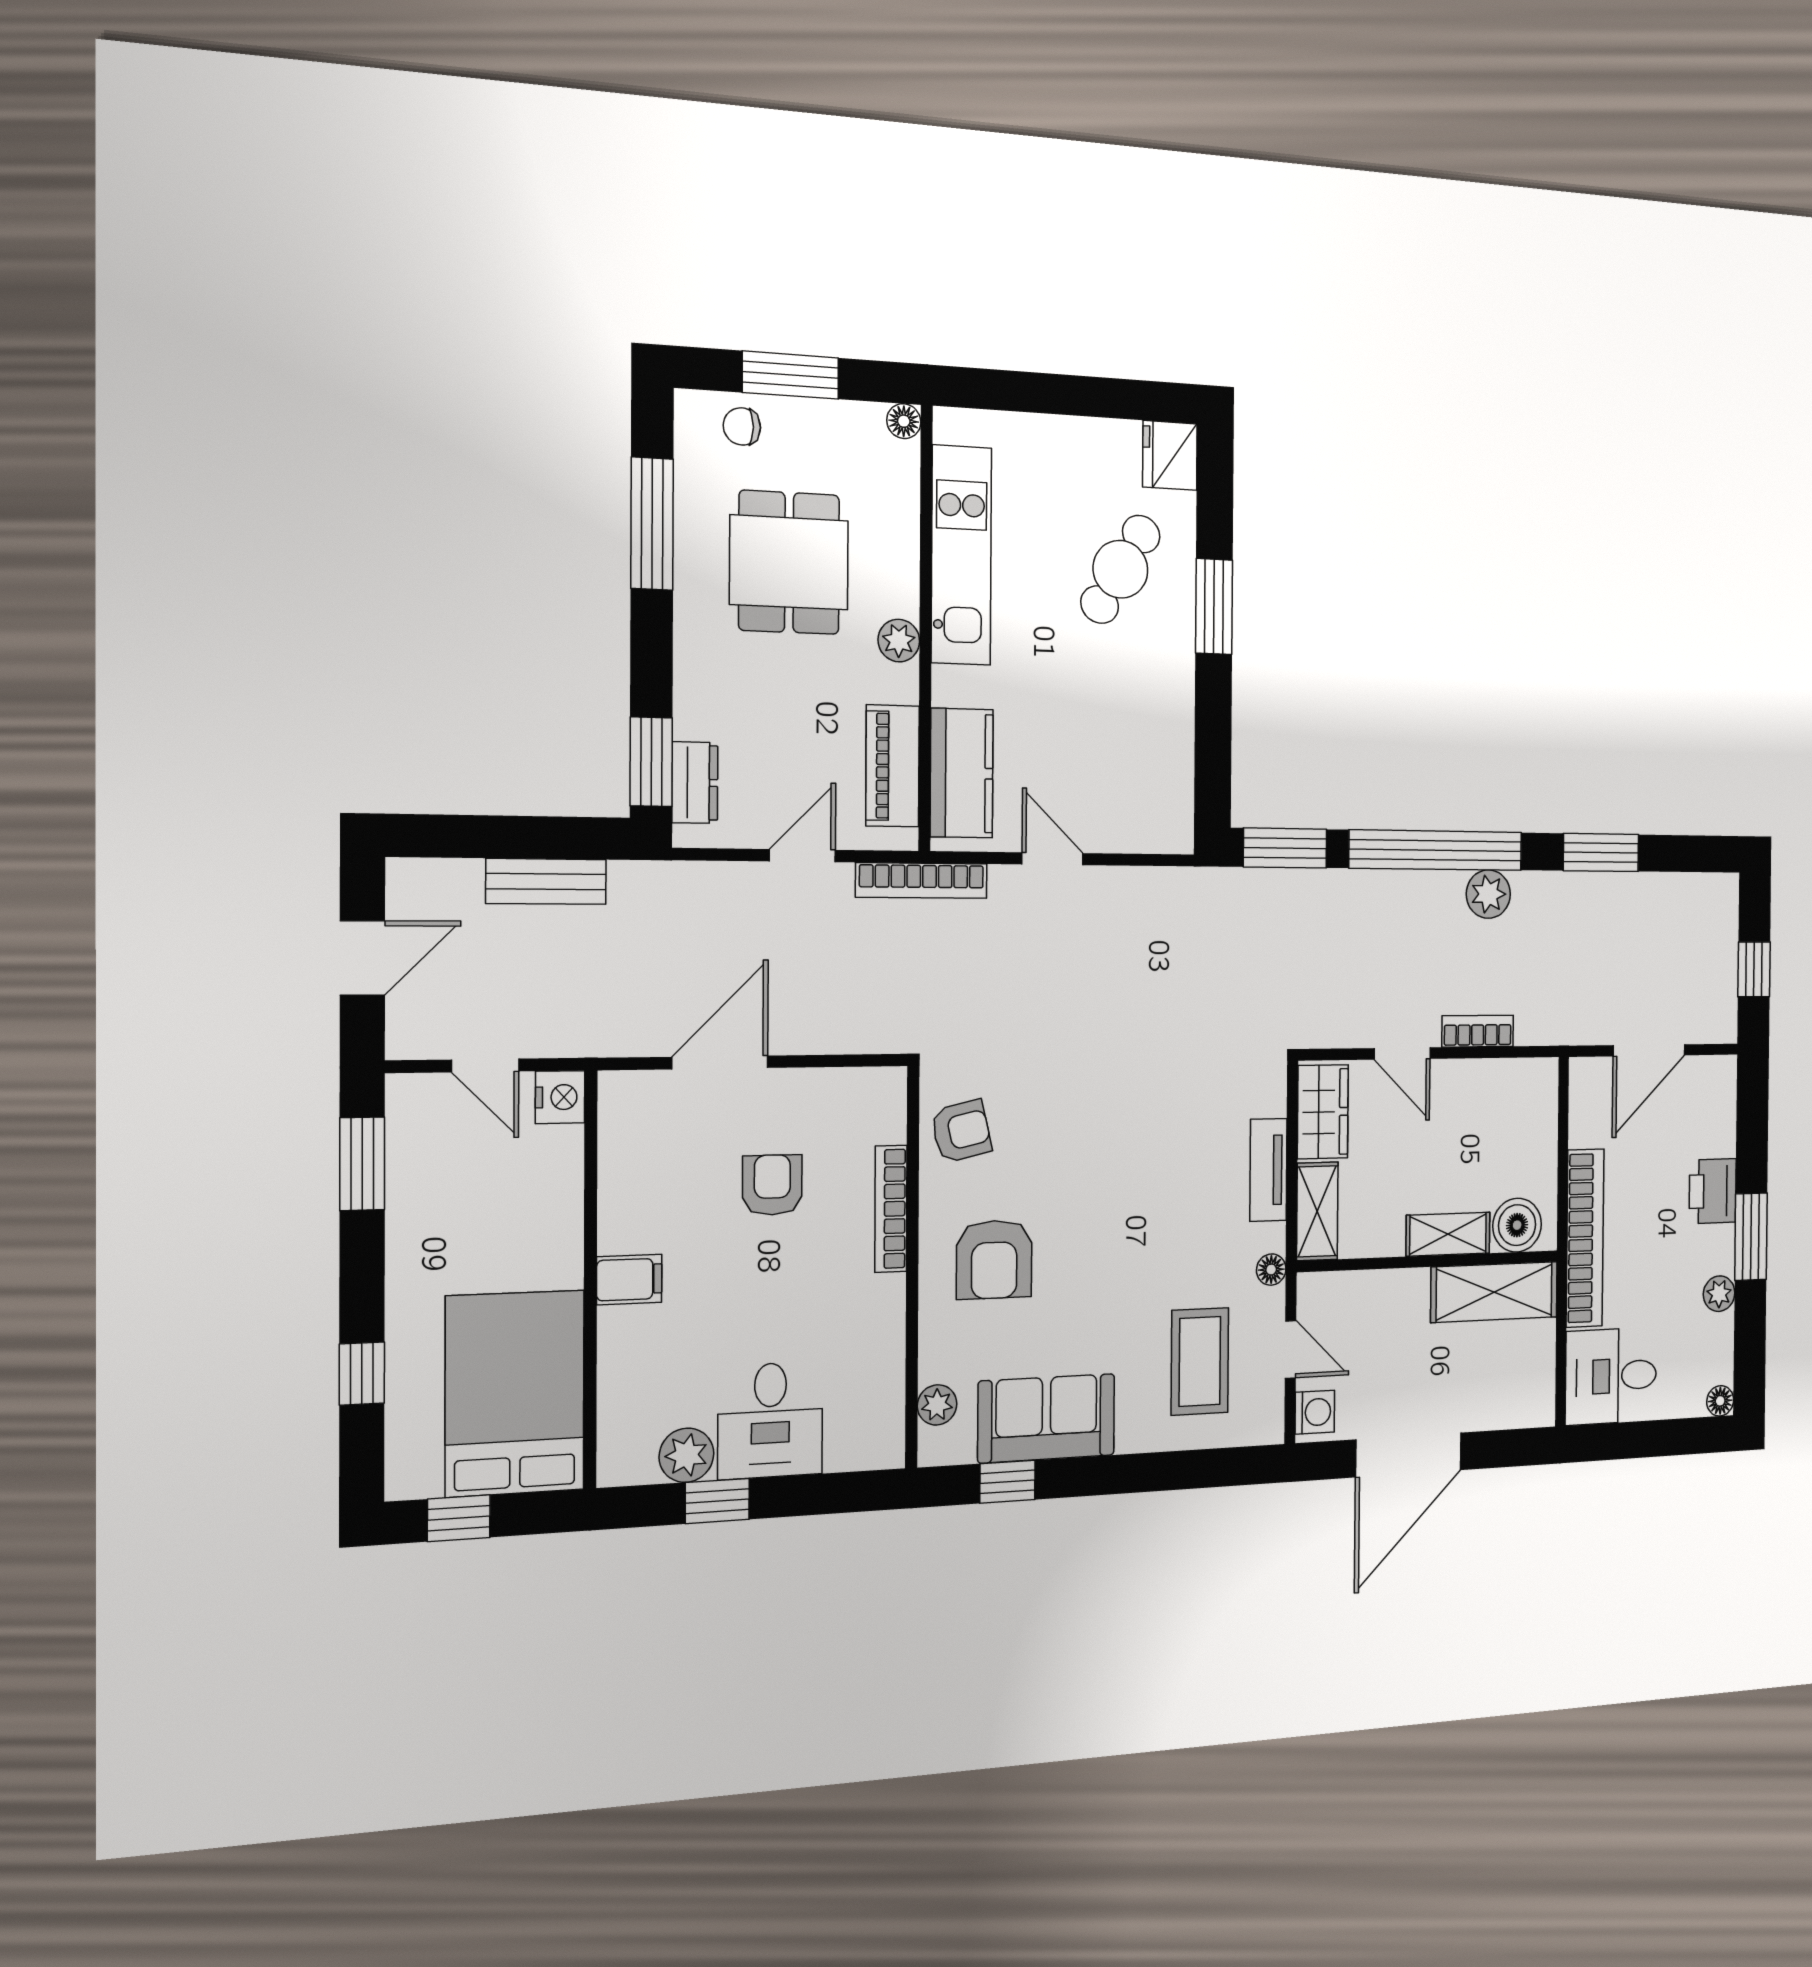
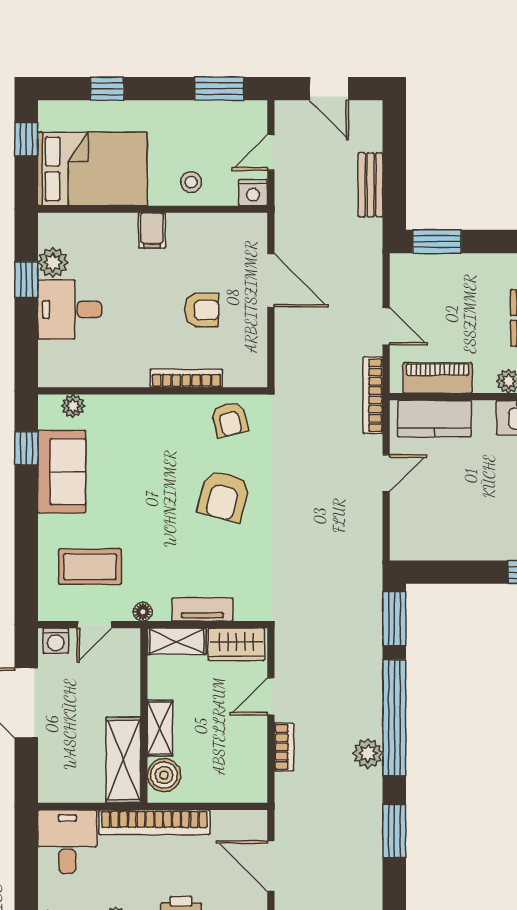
dresser: (695, 783) -> (426, 266), removed
stool: (540, 1211) -> (191, 182), added
armchair: (994, 1260) -> (224, 496), moved, turned -75

